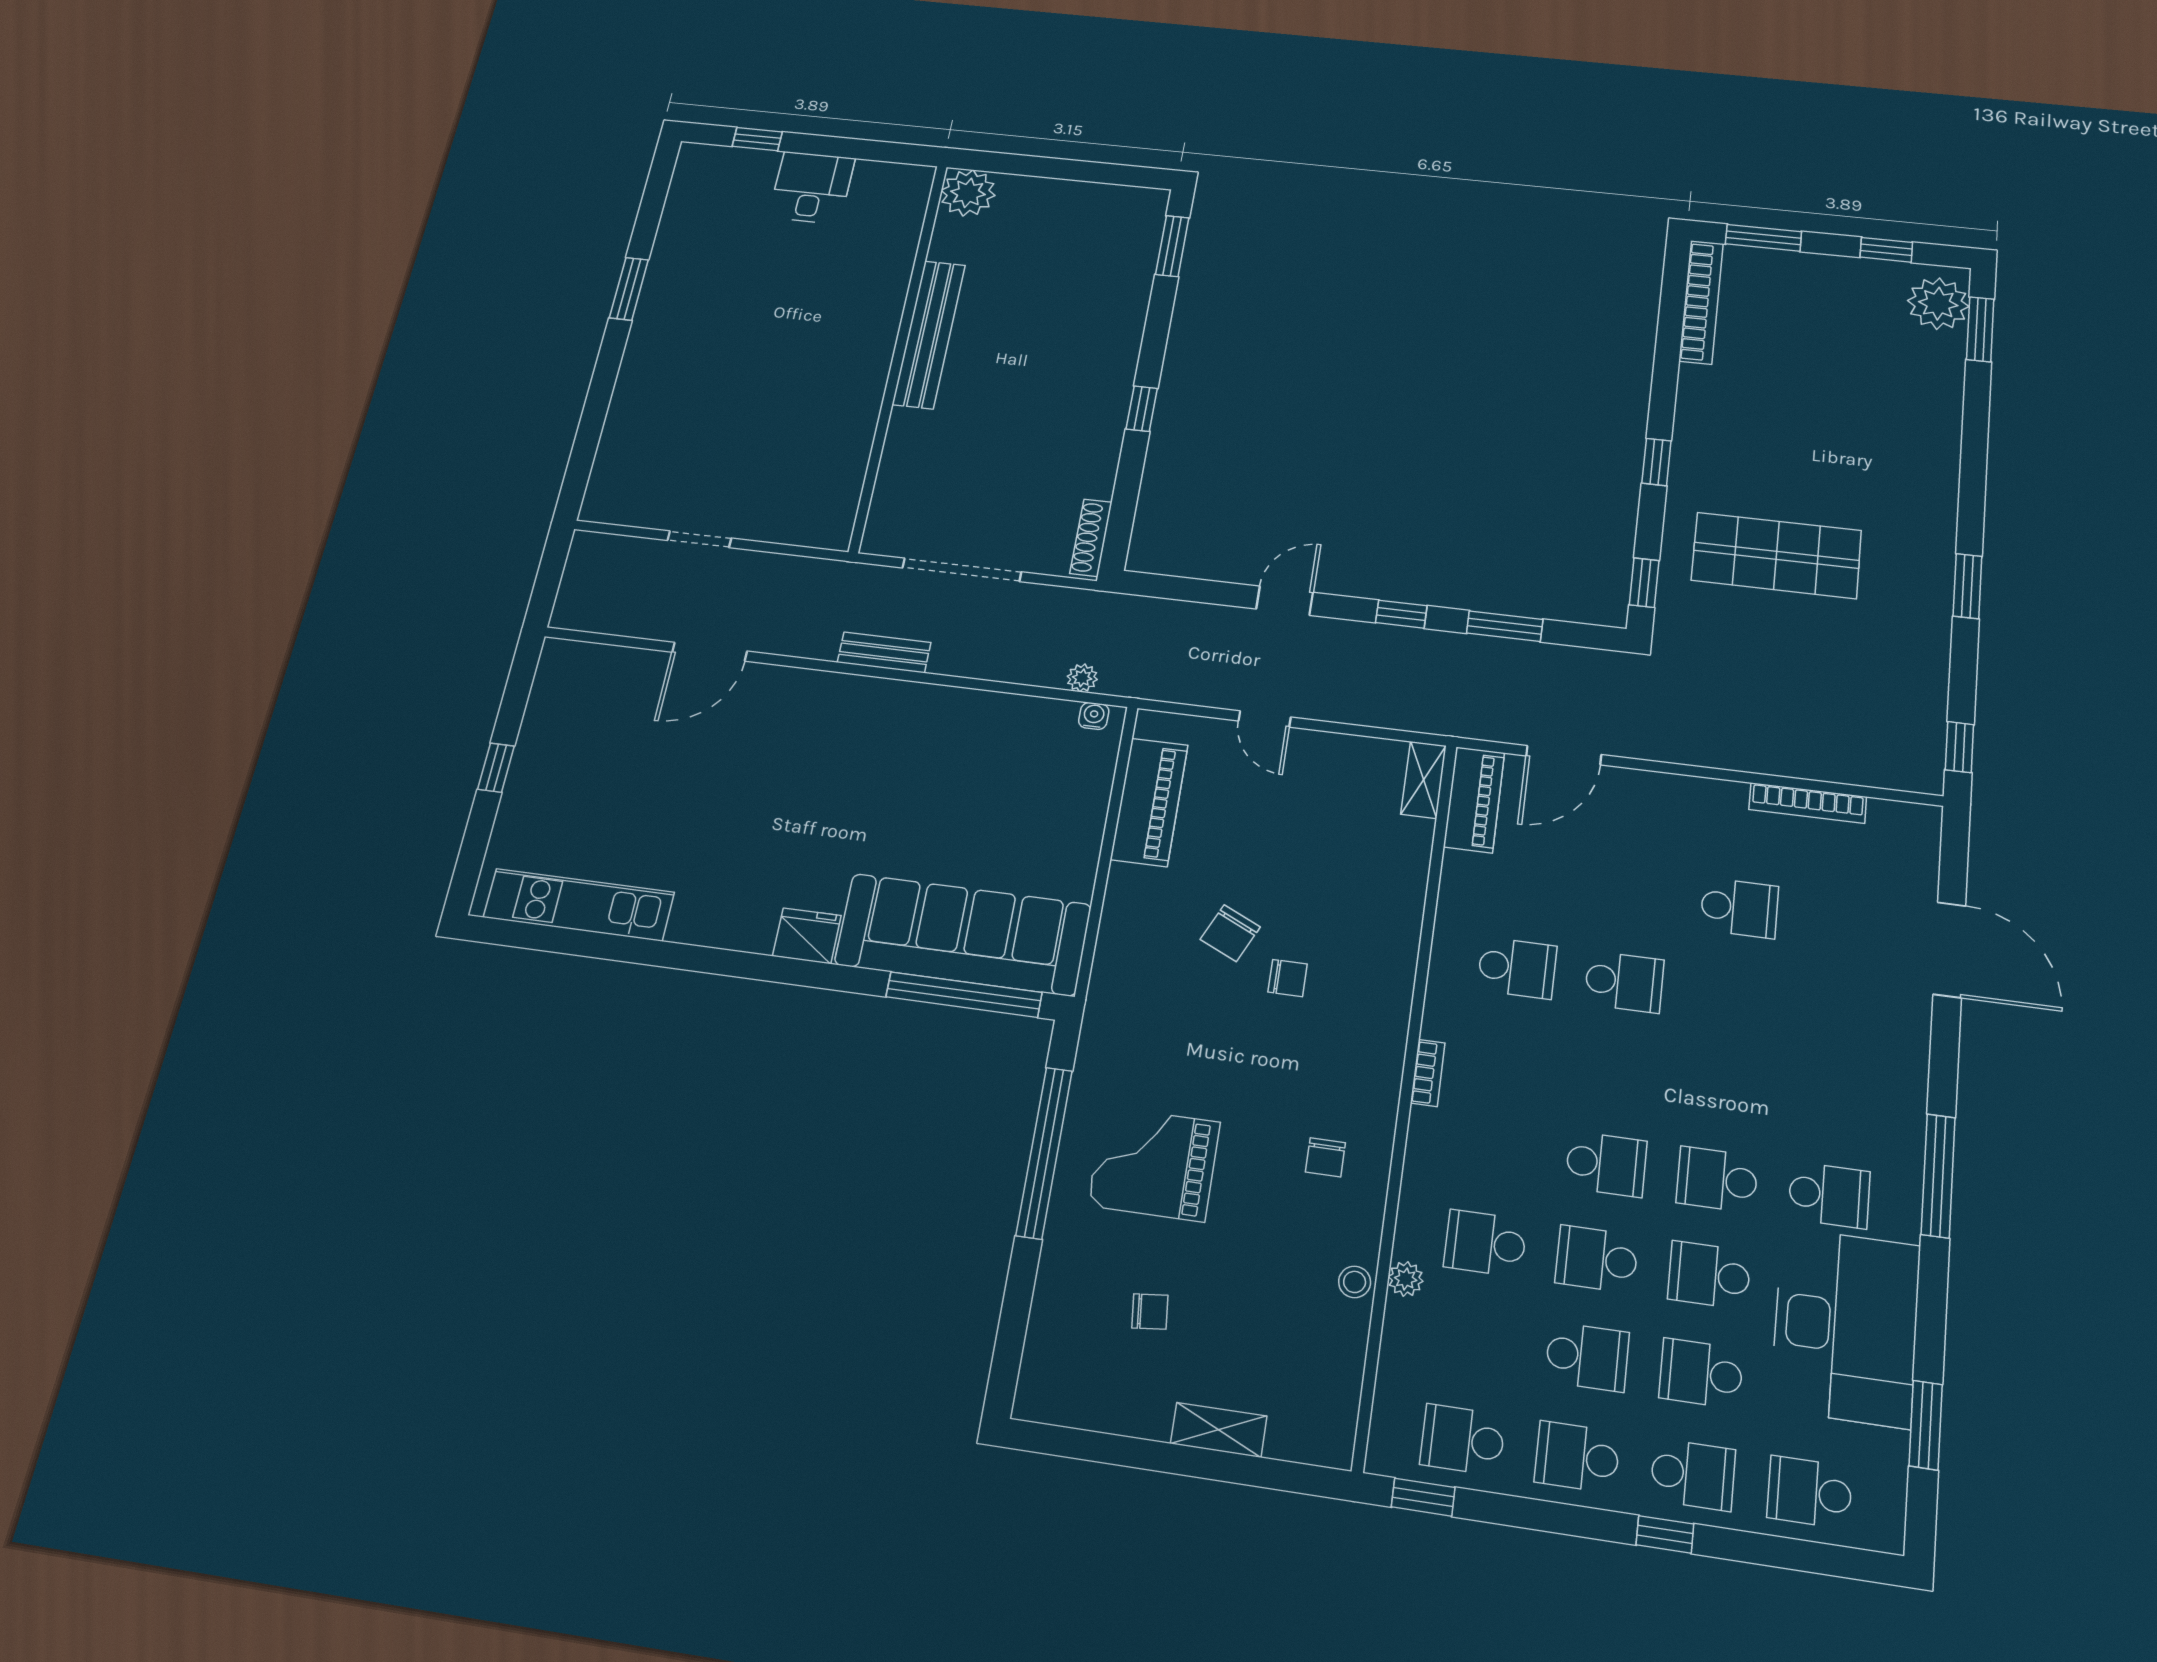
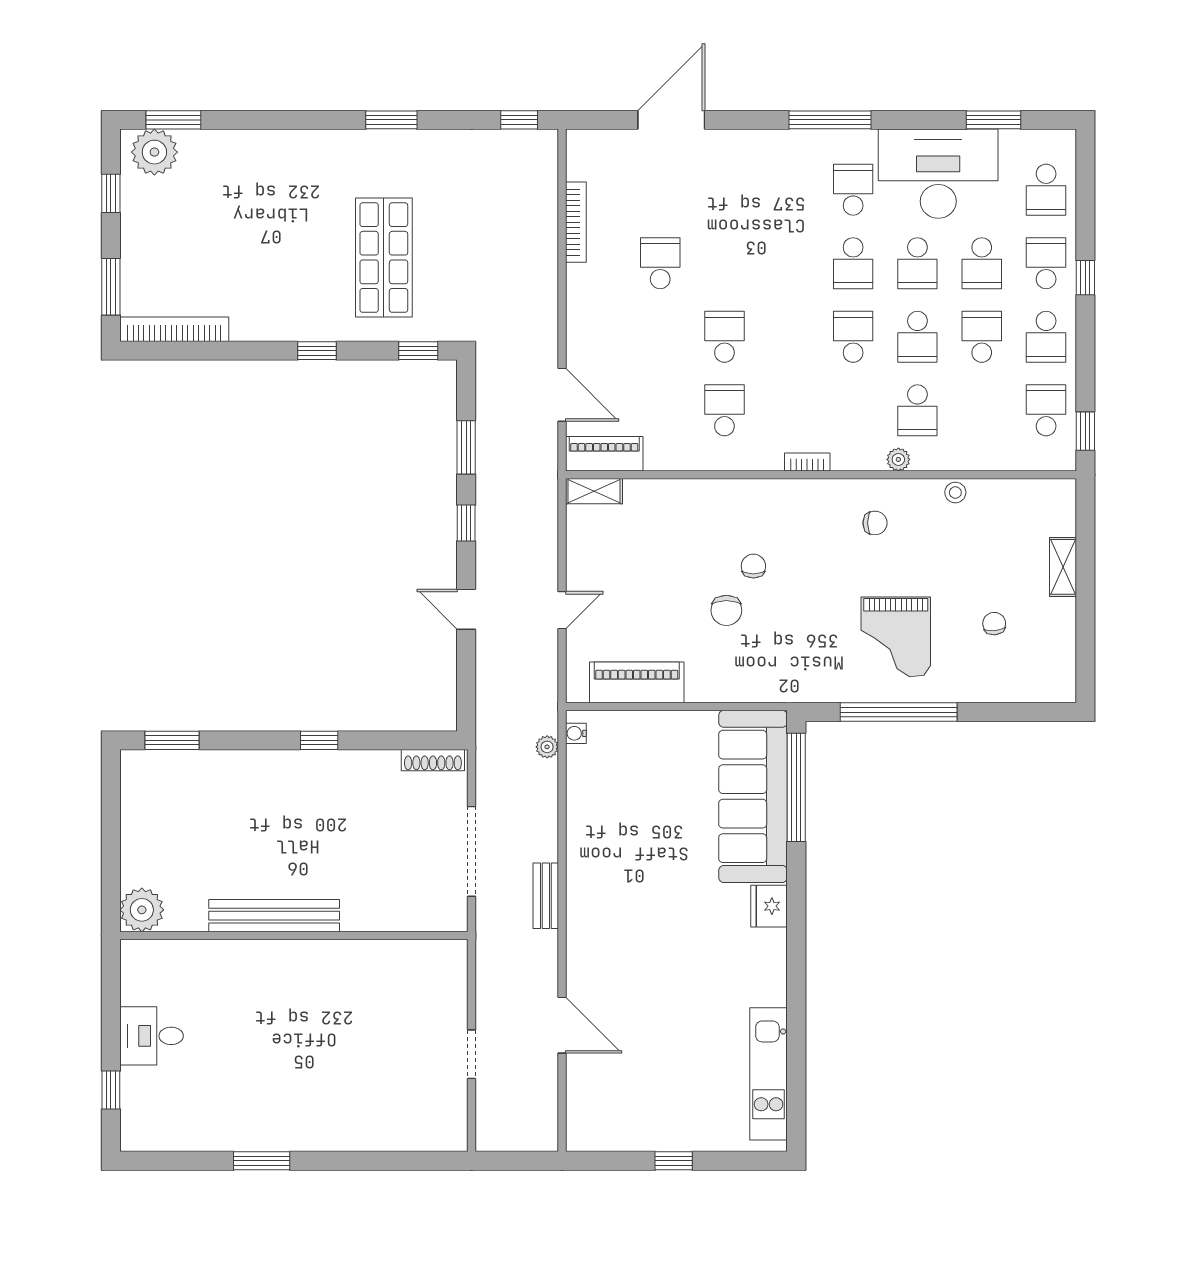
chair: (1230, 933) -> (726, 610), turned 65
plant: (1406, 1279) -> (898, 459), moved
school desk: (1463, 1440) -> (1046, 410), turned 180

